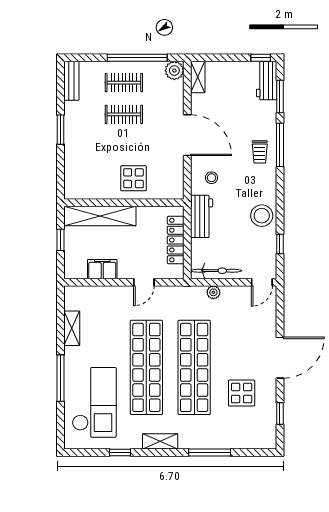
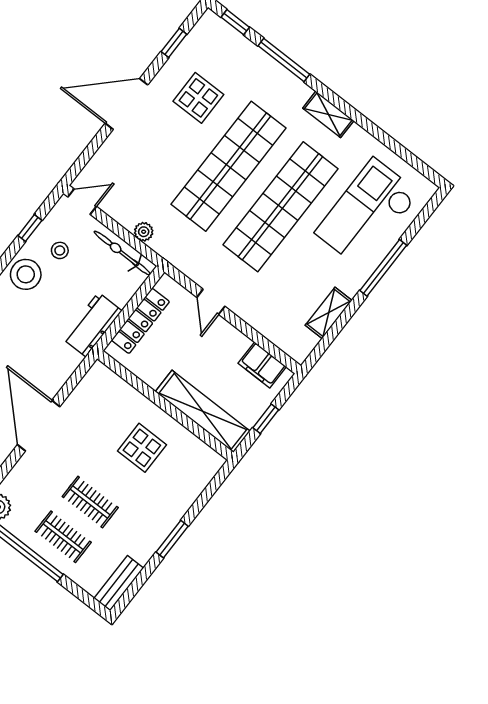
display table: (133, 178) -> (142, 448), moved
stool: (211, 178) -> (60, 250), moved
filing cabinet: (102, 269) -> (262, 365), moved
door: (144, 282) -> (211, 302), swing flipped
window: (120, 453) -> (235, 22), moved

